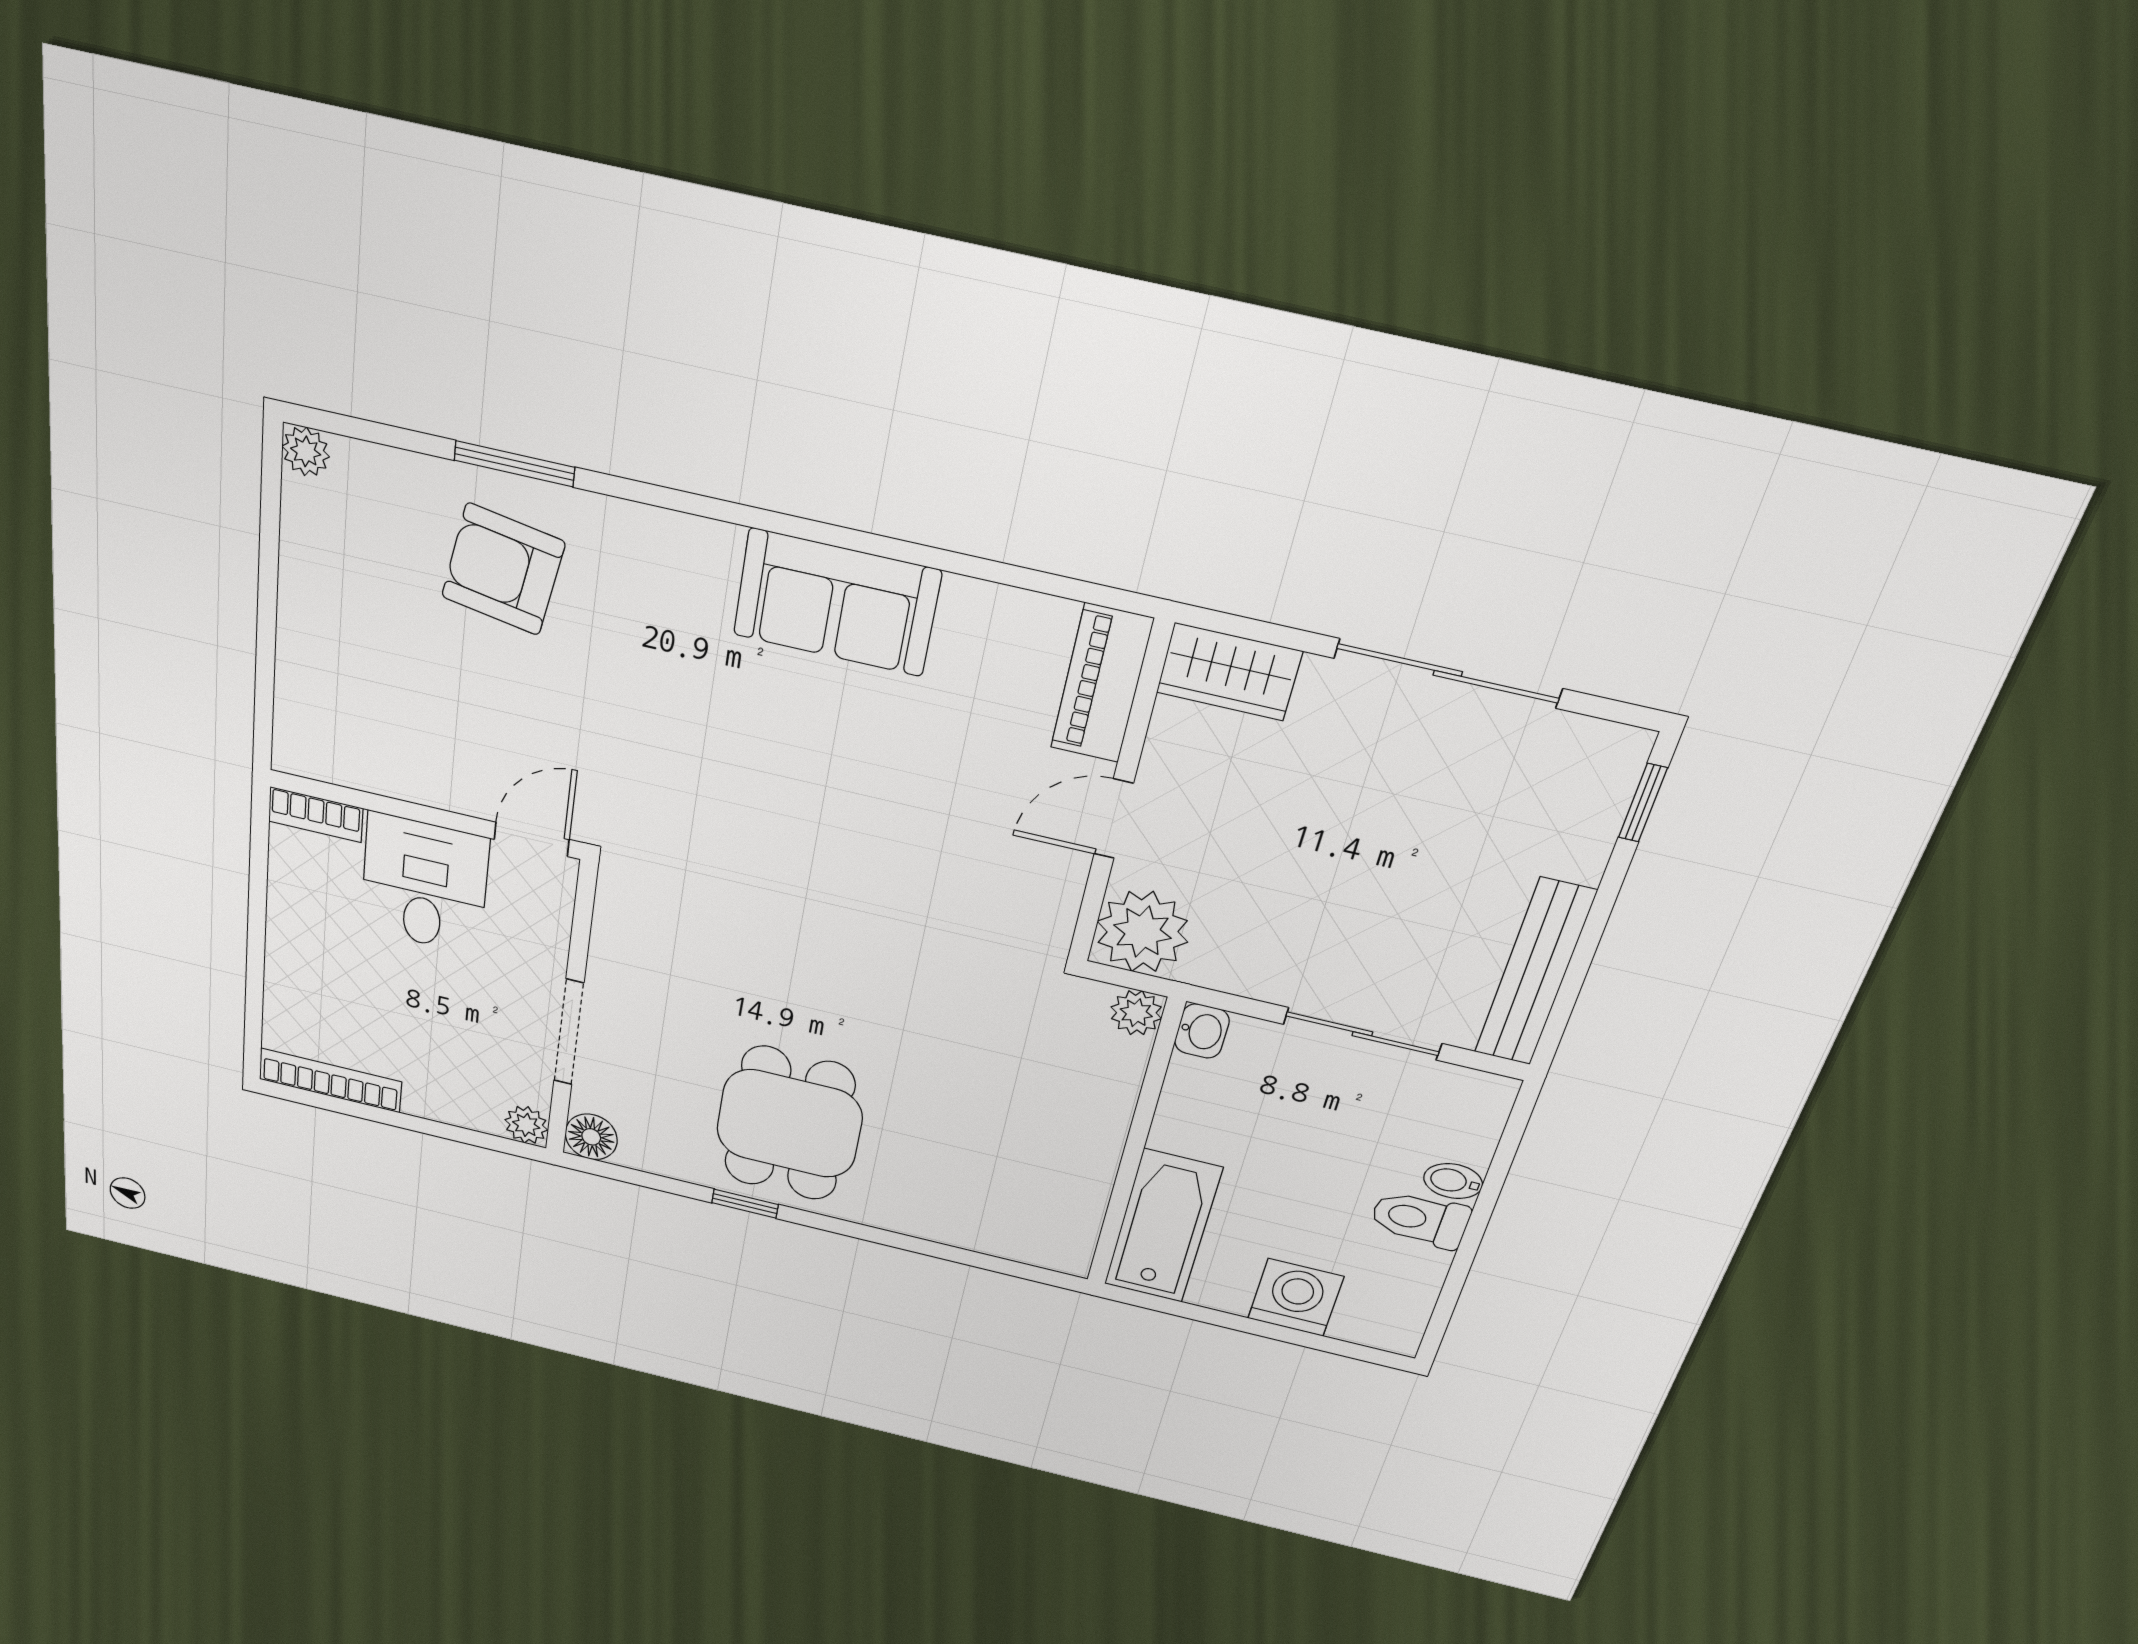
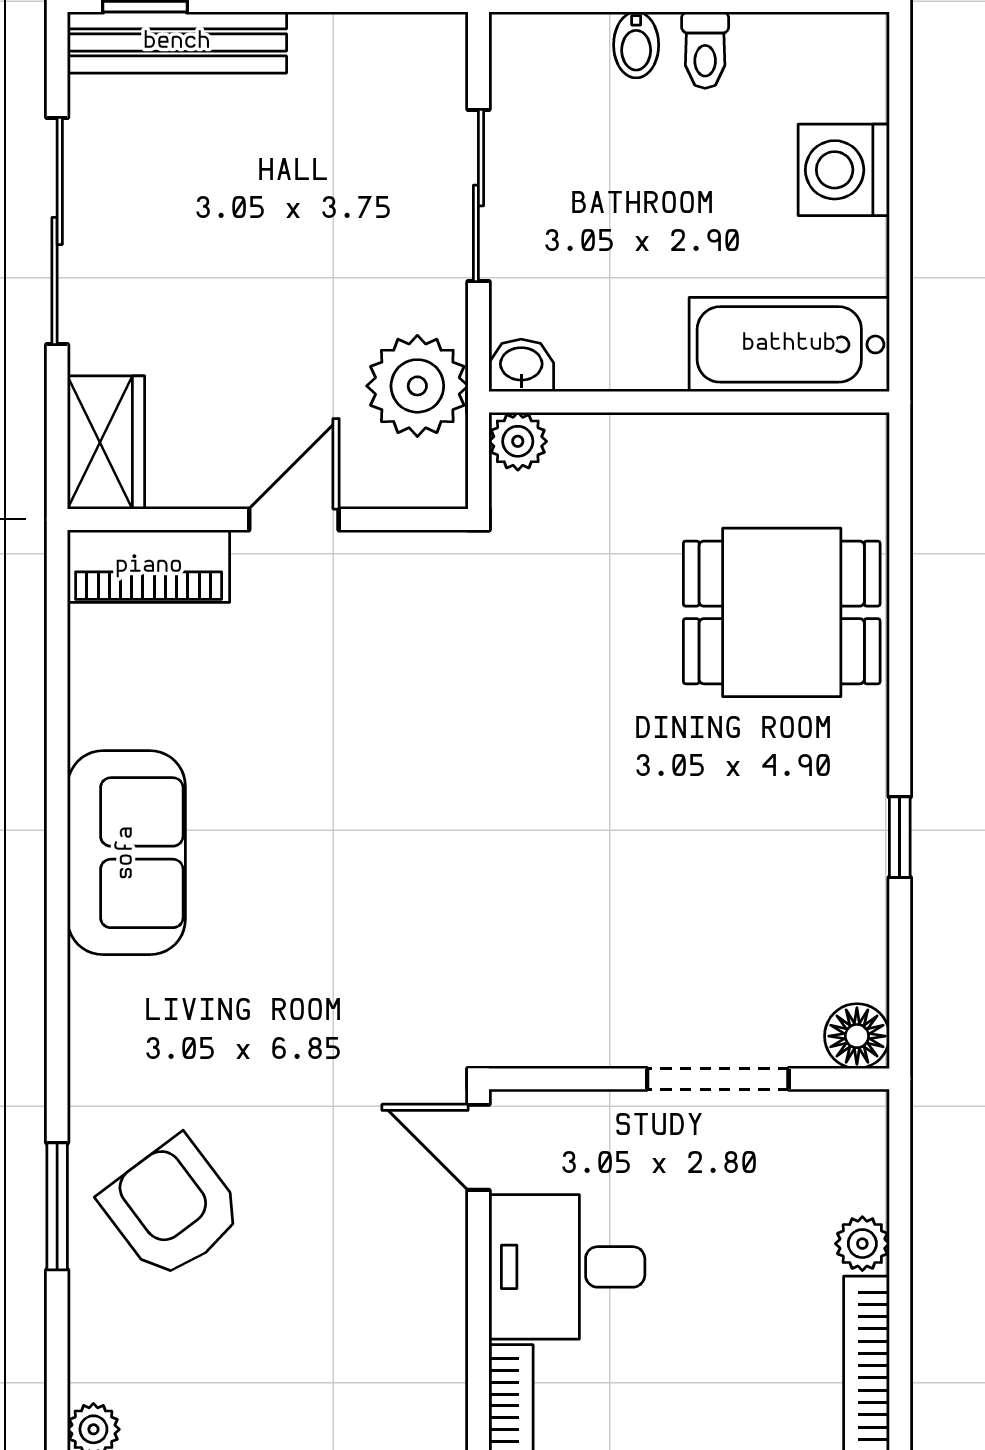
armchair: (503, 569) -> (172, 1208), turned 133
door: (1114, 819) -> (294, 519), swing flipped
plant: (1142, 932) -> (417, 386), moved
bench: (1535, 973) -> (177, 42), moved
dining table: (789, 1124) -> (782, 612), moved
plant: (526, 1125) -> (862, 1244), moved
toilet: (1420, 1219) -> (705, 50), width x0.73, depth x0.72

